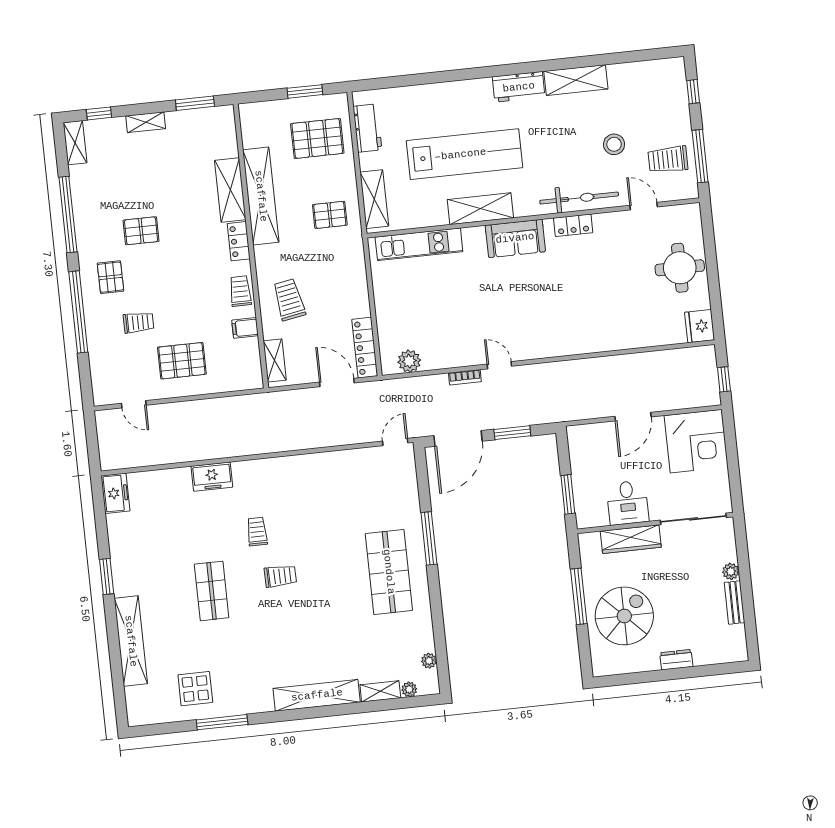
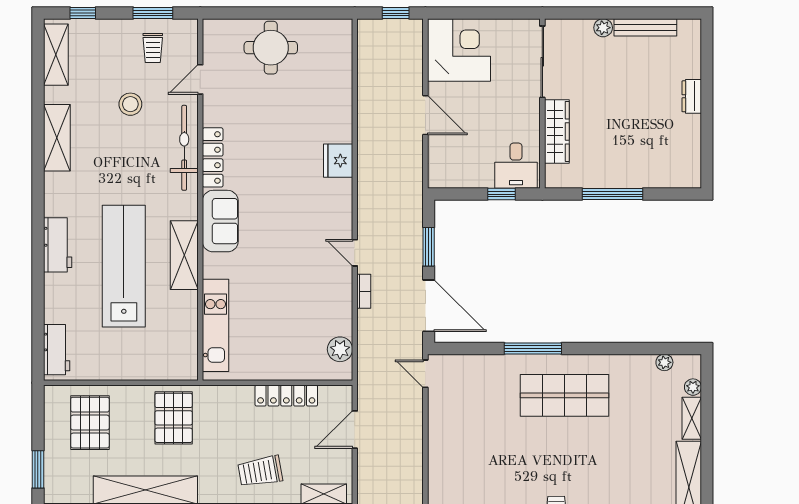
workbench: (519, 87) -> (58, 245), moved
window: (305, 91) -> (38, 469), moved
workbench: (367, 128) -> (57, 350), moved, turned 90
window: (700, 156) -> (153, 13), width x0.69
trolley: (668, 159) -> (153, 48), width x0.73, depth x0.72
shelving: (374, 199) -> (56, 55), moved, turned 90
pallet: (330, 215) -> (174, 418), width x1.50, depth x1.42
locker: (573, 225) -> (213, 157), width x1.53
fridge: (700, 326) -> (338, 161), moved, turned 90
locker: (365, 348) -> (286, 396), moved
door: (499, 365) -> (355, 253), hinge flipped
window: (568, 494) -> (502, 194), width x0.67
desk: (628, 503) -> (516, 166), moved, turned 90
bench: (734, 603) -> (645, 27), width x1.36
spiral stairs: (624, 616) -> (639, 147), removed

